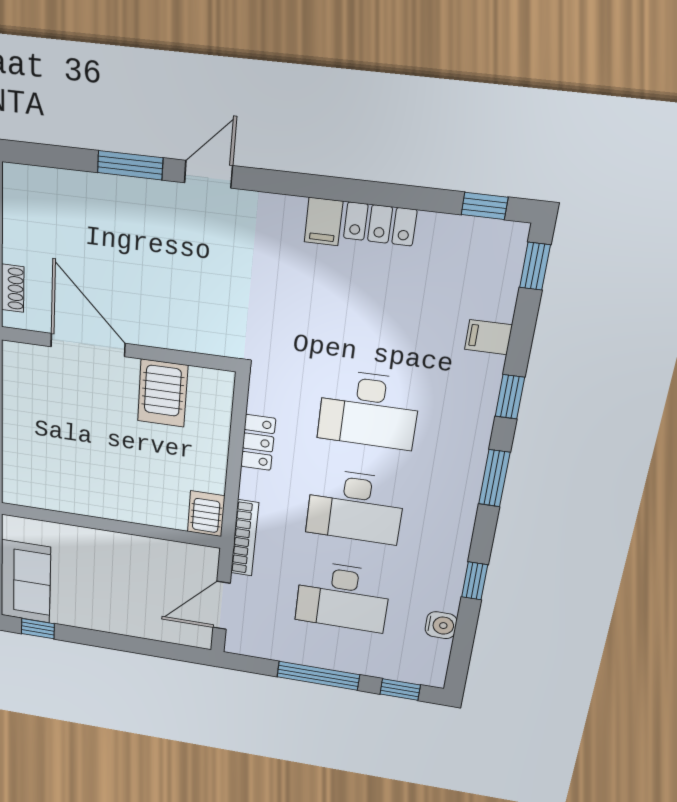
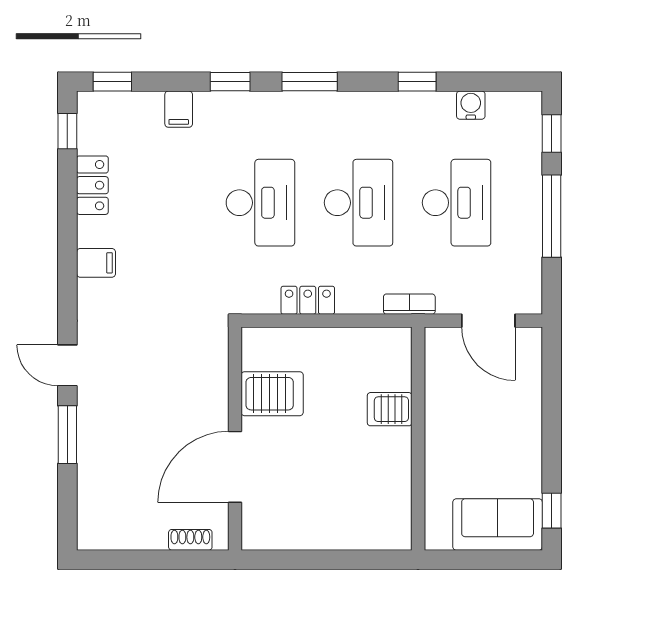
locker: (380, 224) -> (92, 185), moved
server rack: (206, 514) -> (390, 409), moved
bookcase: (245, 538) -> (409, 304), width x0.64

